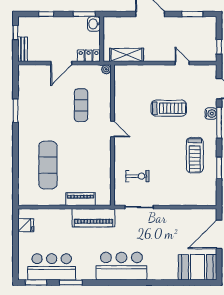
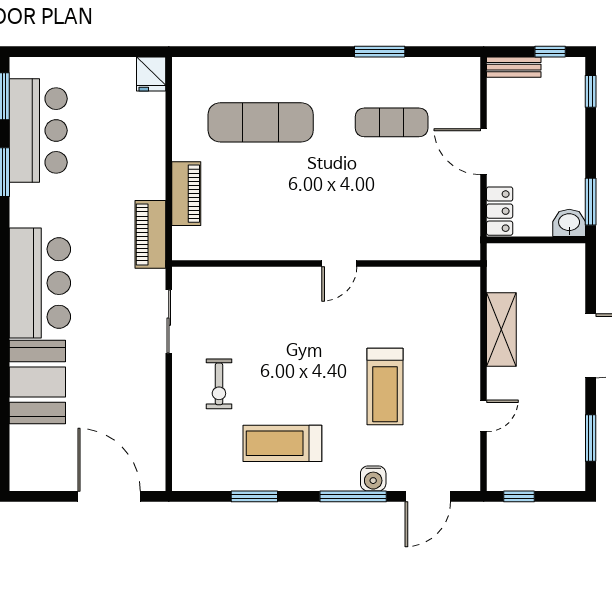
window: (46, 14) -> (591, 91), moved
shelving: (127, 55) -> (501, 330), moved
plant: (106, 69) -> (470, 250), removed
exercise mat: (81, 105) -> (392, 122), moved
exercise bike: (137, 176) -> (219, 384), moved
piano: (93, 218) -> (150, 234), width x0.73, depth x0.75
fridge: (26, 225) -> (151, 74), moved
booth: (198, 267) -> (37, 382), moved

